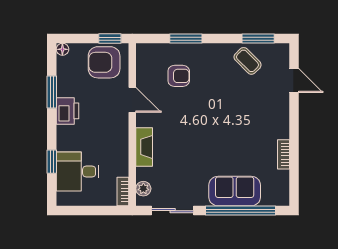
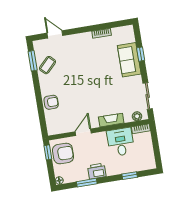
window: (186, 39) -> (40, 105), removed
armchair: (104, 62) -> (63, 153), turned -90
armchair: (179, 76) -> (51, 102), moved, turned 90
door: (294, 81) -> (55, 34), hinge flipped
desk: (78, 171) -> (121, 142), moved, turned 180
window: (241, 211) -> (141, 54), width x0.32

